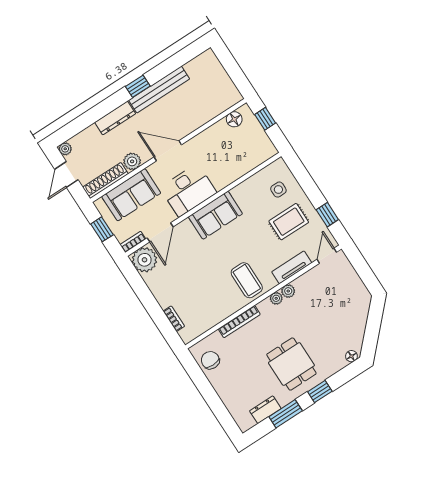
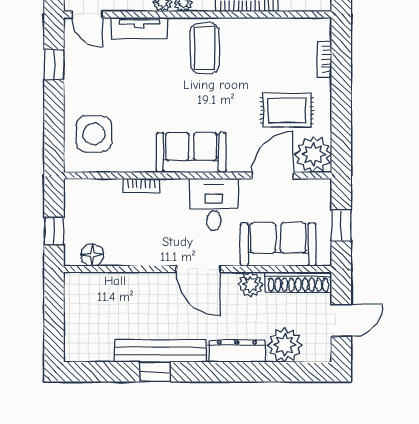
window: (138, 86) -> (155, 372), moved
plant: (65, 149) -> (285, 345), moved, width x1.88, depth x1.88
desk: (188, 190) -> (214, 204), width x0.73
side table: (278, 190) -> (94, 134), width x1.87, depth x1.87
rug: (289, 222) -> (287, 110), moved
bookcase: (133, 242) -> (141, 186), moved
door: (327, 256) -> (87, 14), hinge flipped

